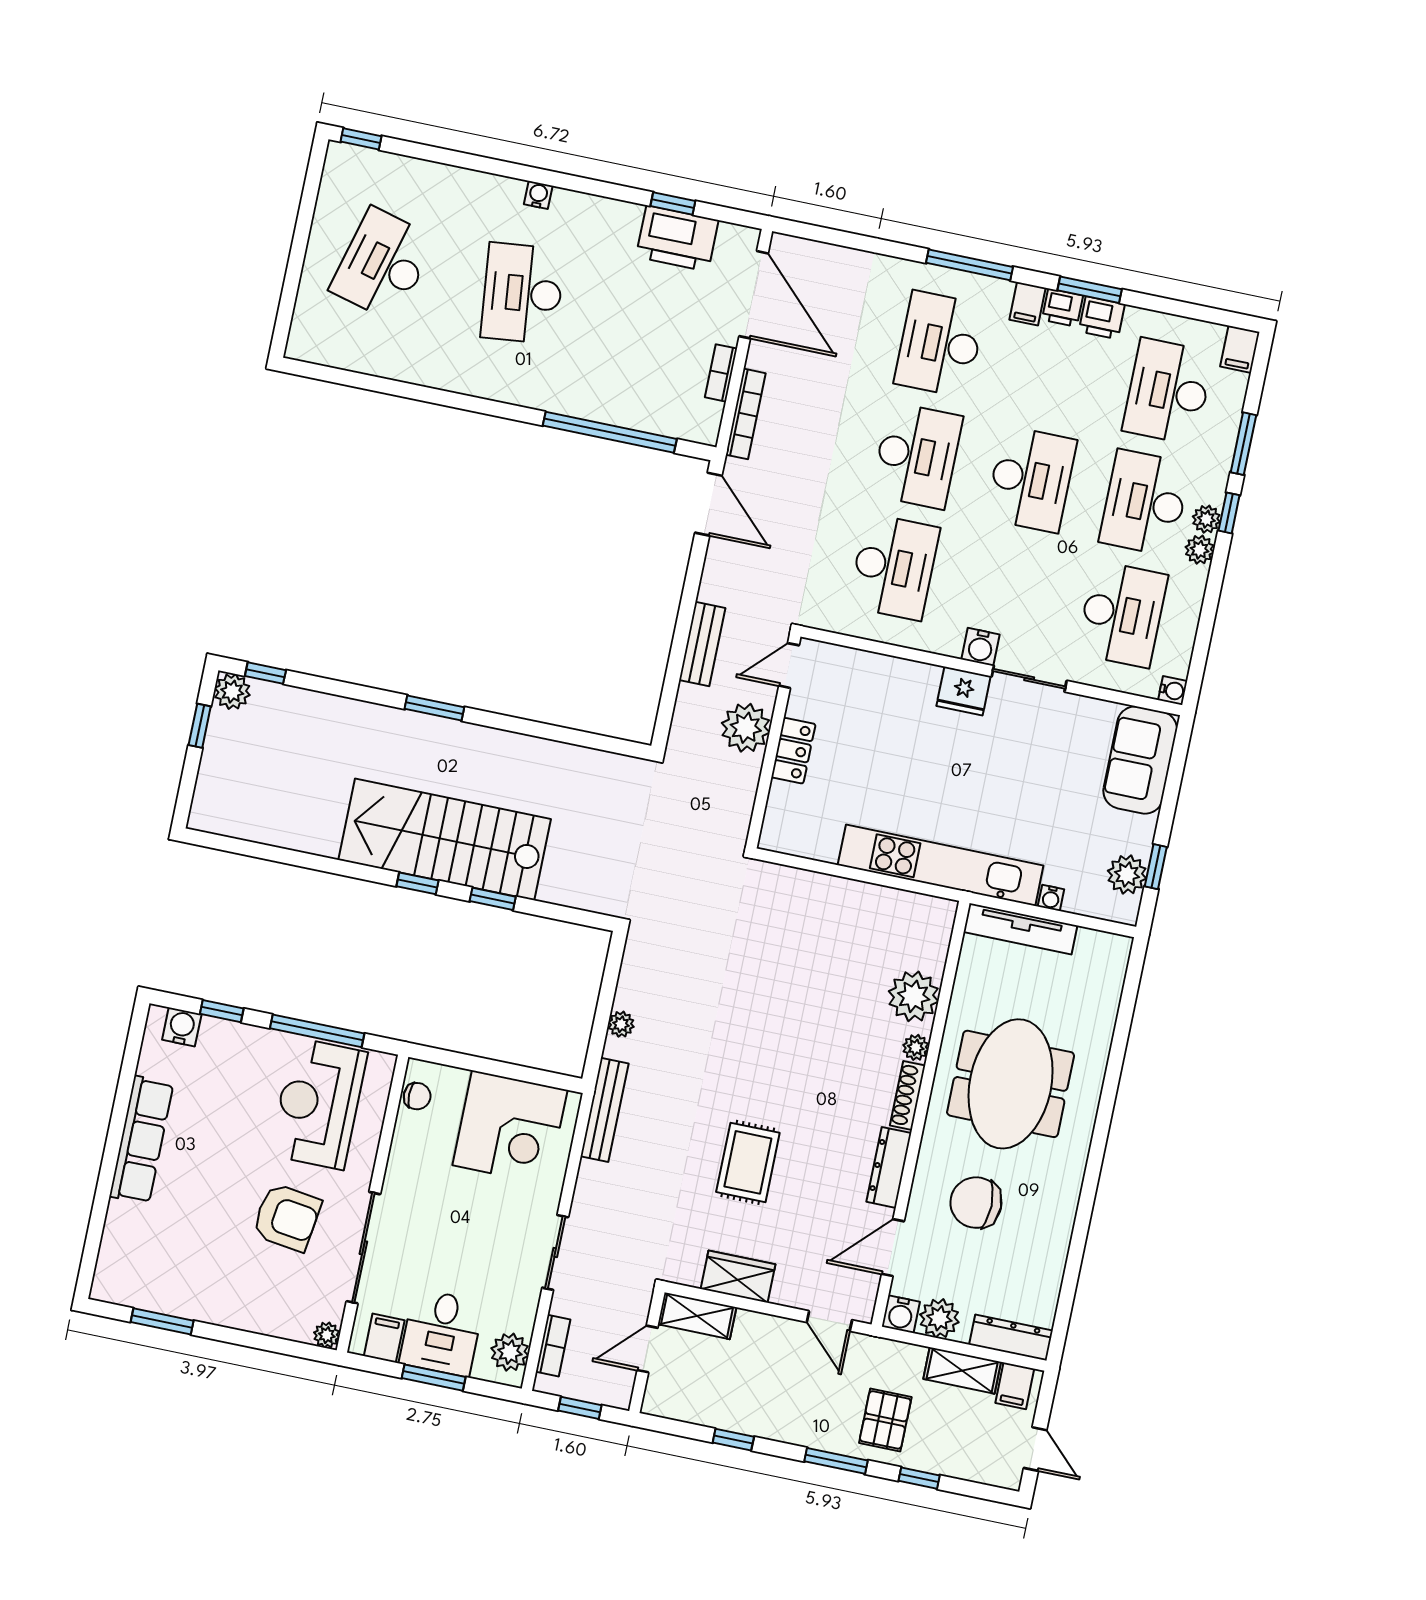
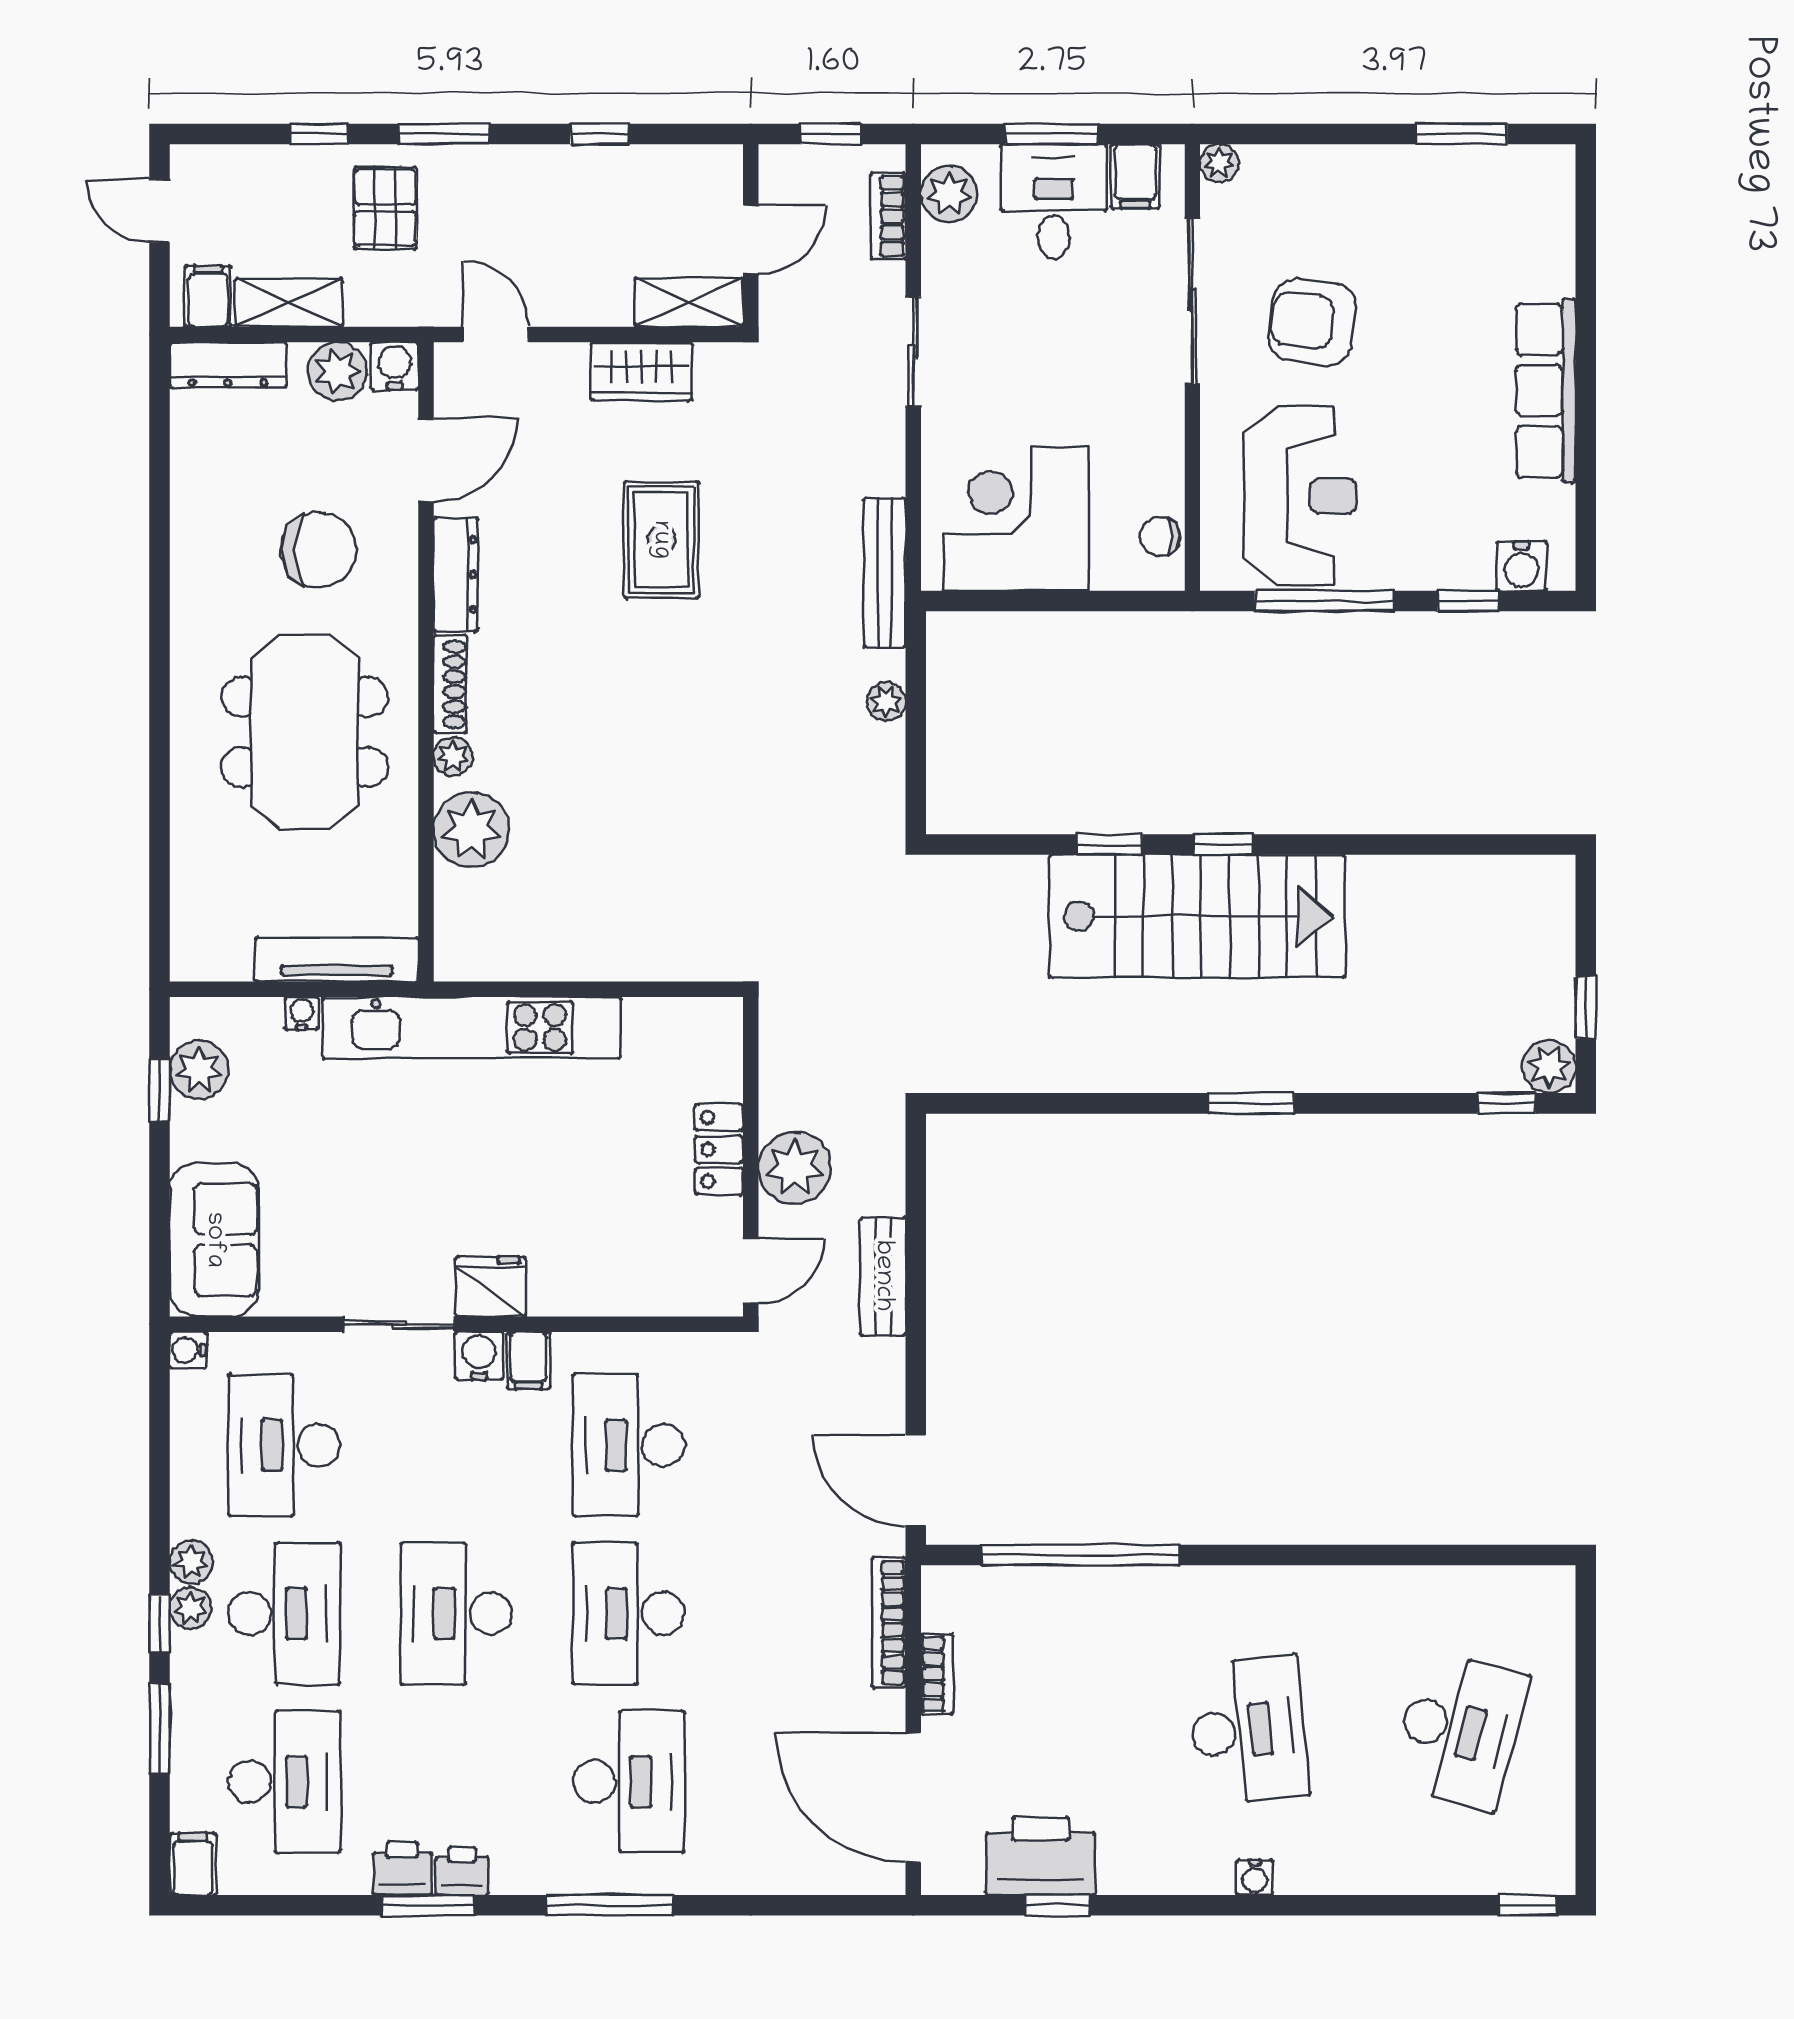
filing cabinet: (1028, 304) -> (529, 1360), moved, turned 180

